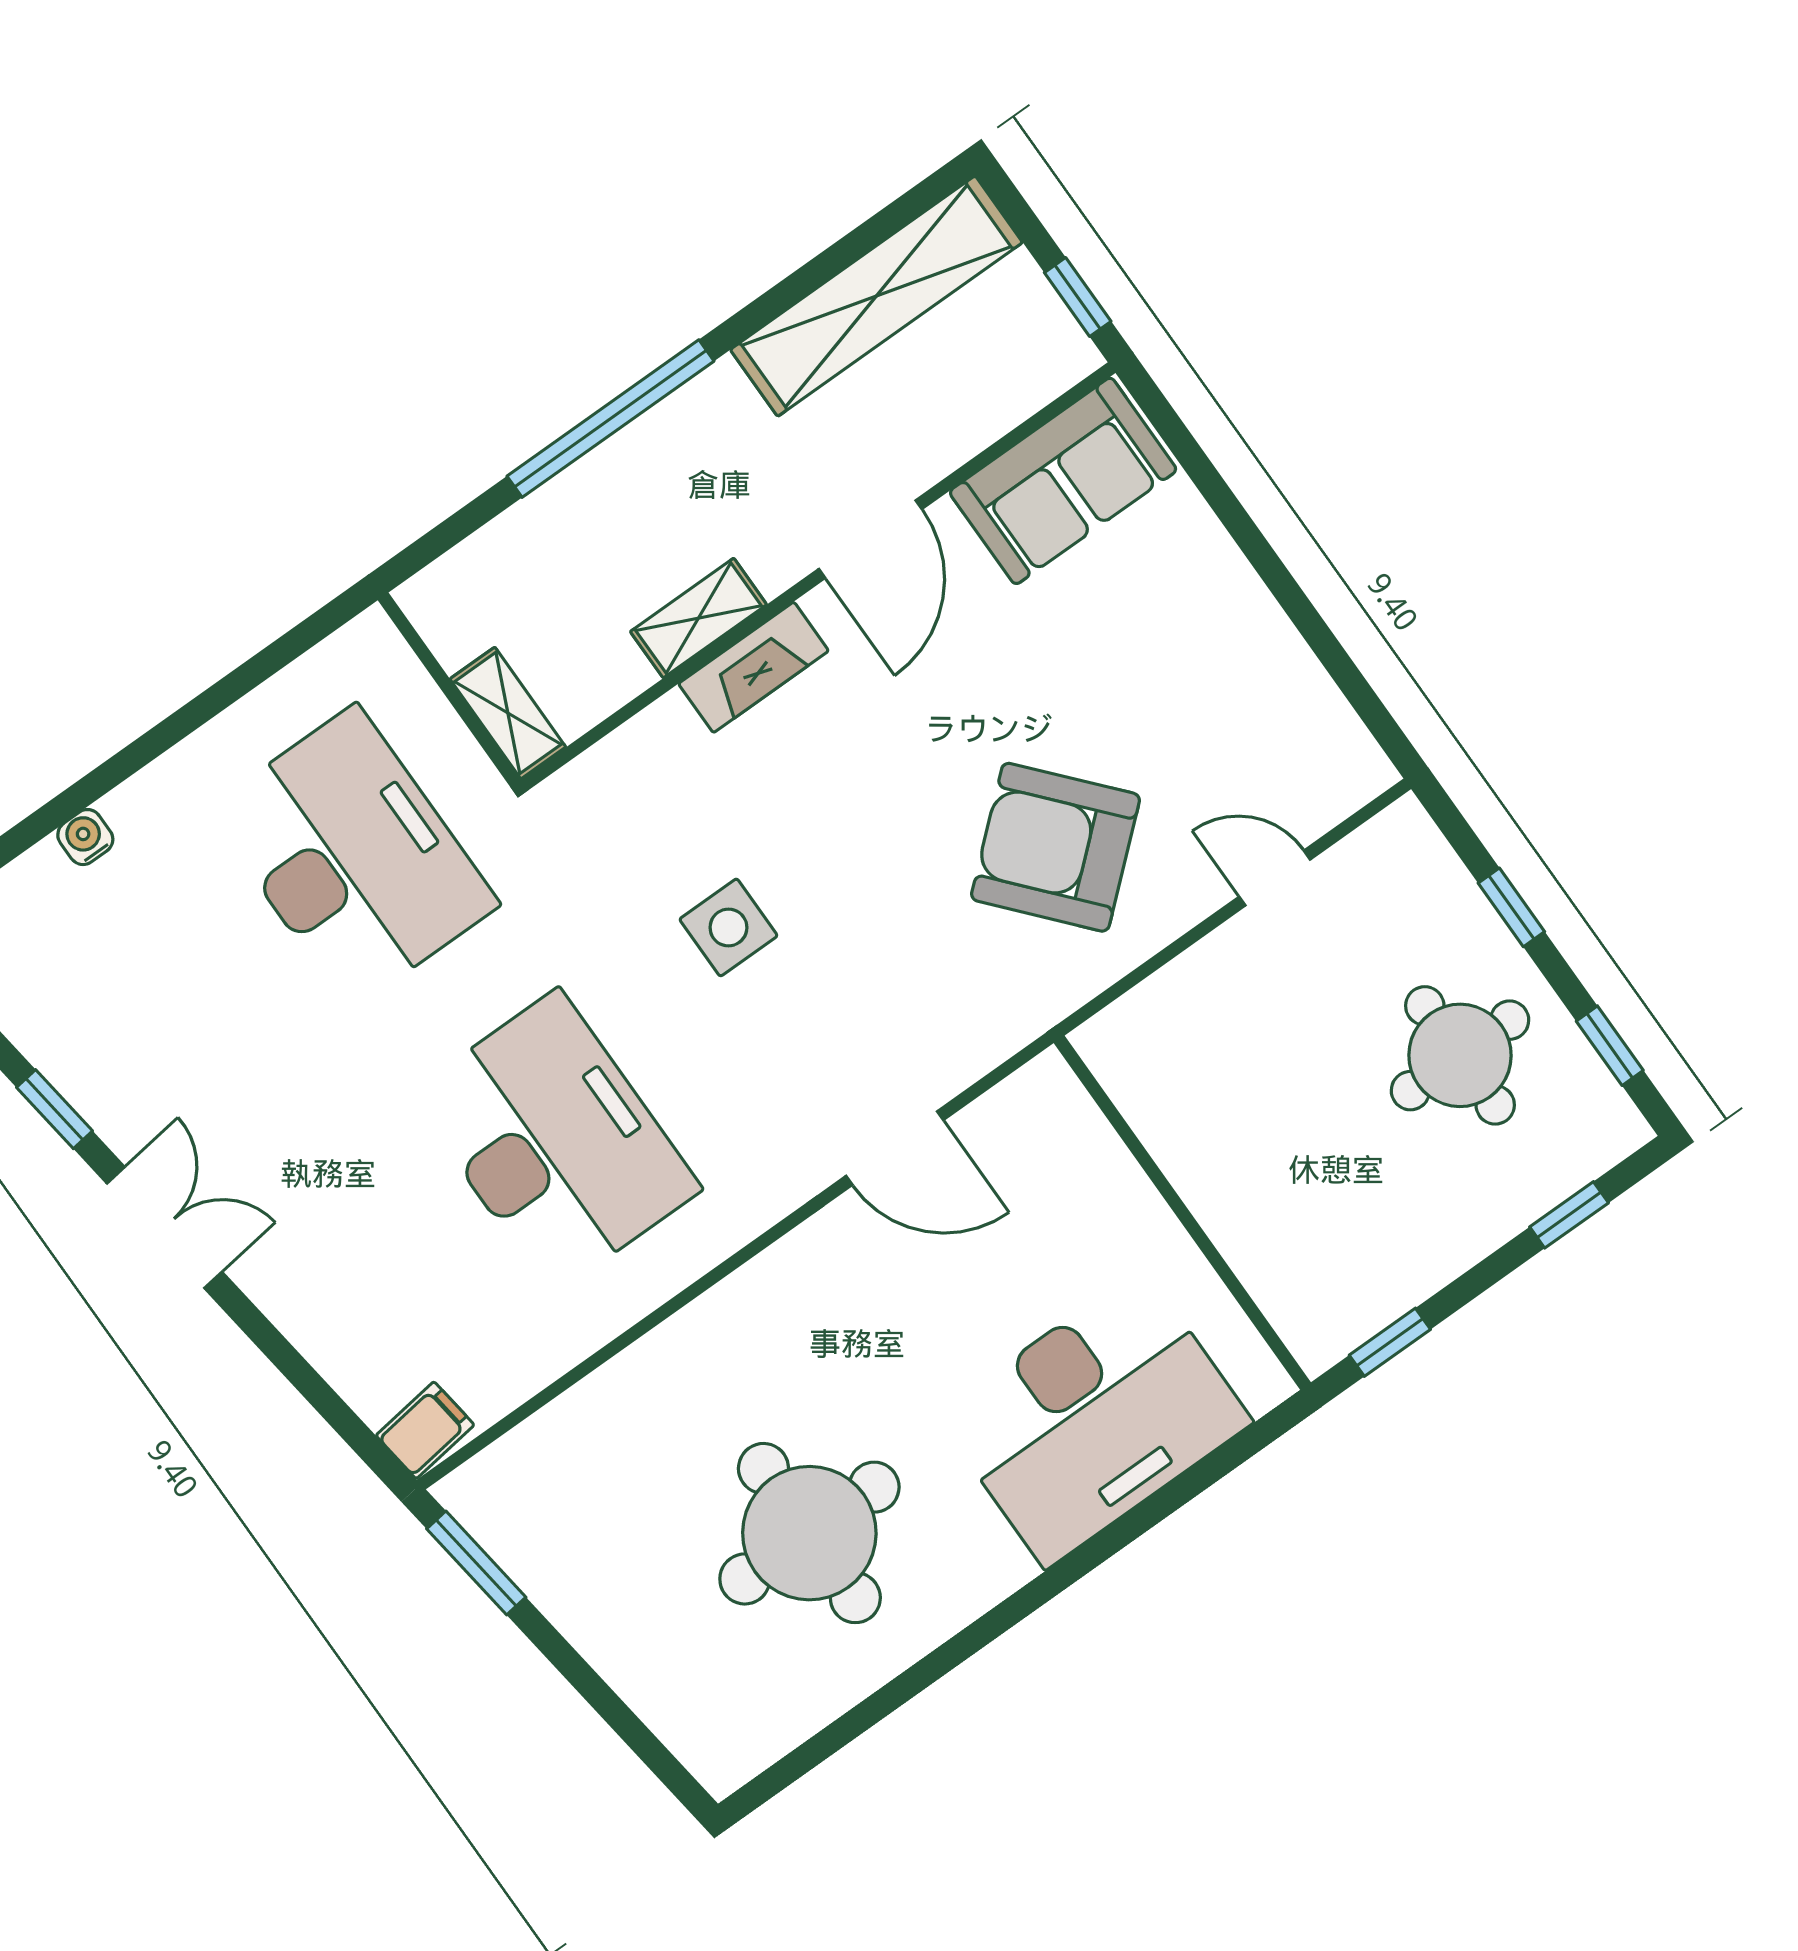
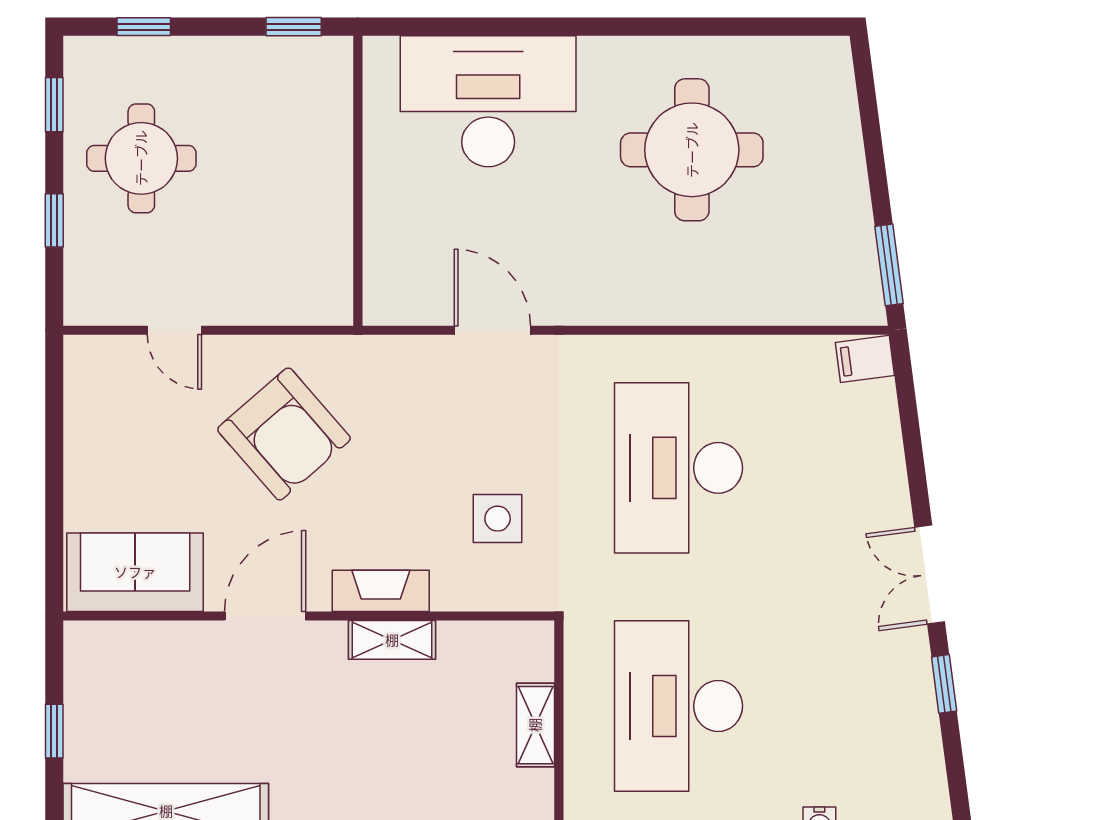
sofa: (1063, 481) -> (135, 572), moved
door: (870, 539) -> (265, 616), moved
wall: (818, 576) -> (309, 616), moved
shelving: (699, 618) -> (392, 640), moved
fireplace: (754, 667) -> (381, 591), moved

